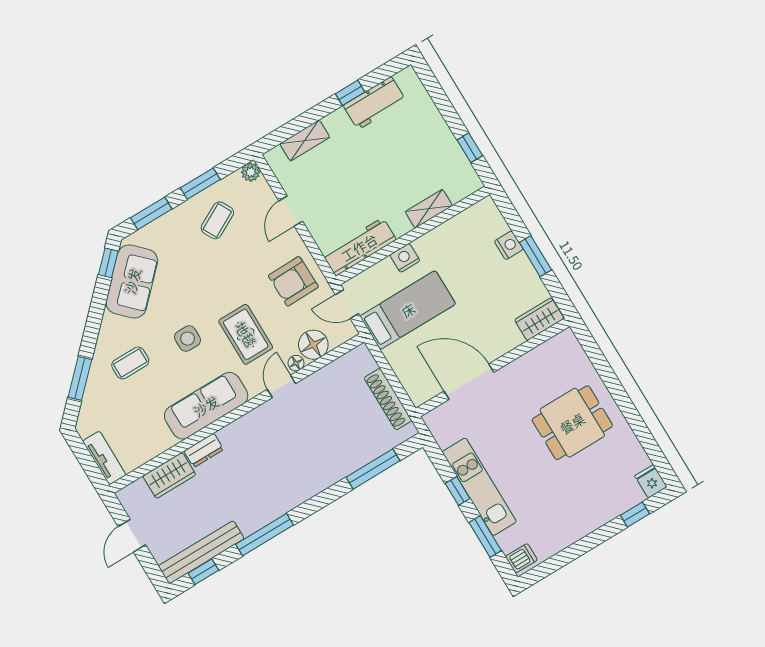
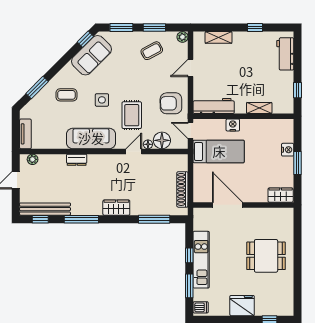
workbench: (375, 103) -> (285, 54), moved, turned 90
wardrobe: (169, 475) -> (116, 208), moved, turned 180
fridge: (651, 481) -> (242, 306), moved, width x1.88, depth x1.34
plant: (138, 489) -> (33, 159), added

